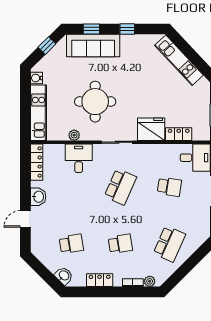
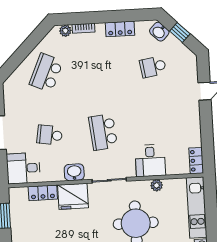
locker: (37, 162) -> (196, 161), width x0.66
school desk: (120, 187) -> (103, 132), turned -30
washbasin: (38, 197) -> (74, 172), moved, turned 90
school desk: (120, 244) -> (100, 70), removed
window: (45, 274) -> (180, 33), added

